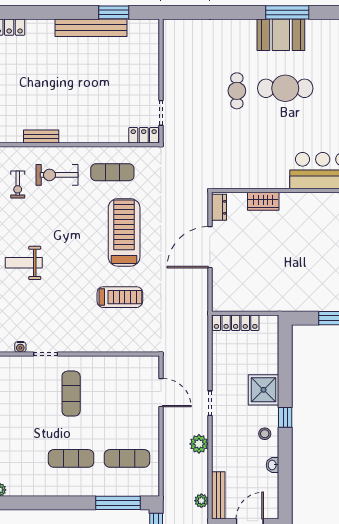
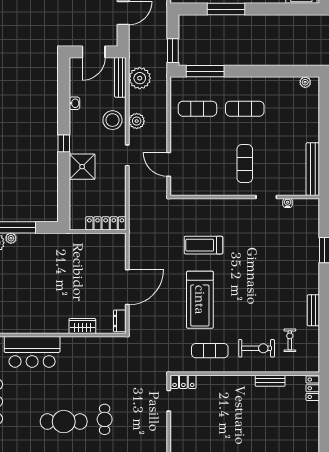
weight bench: (24, 263) -> (285, 274), removed
stool: (265, 434) -> (112, 120), moved, width x1.89, depth x1.89
plant: (201, 501) -> (140, 78), width x1.87, depth x1.87

